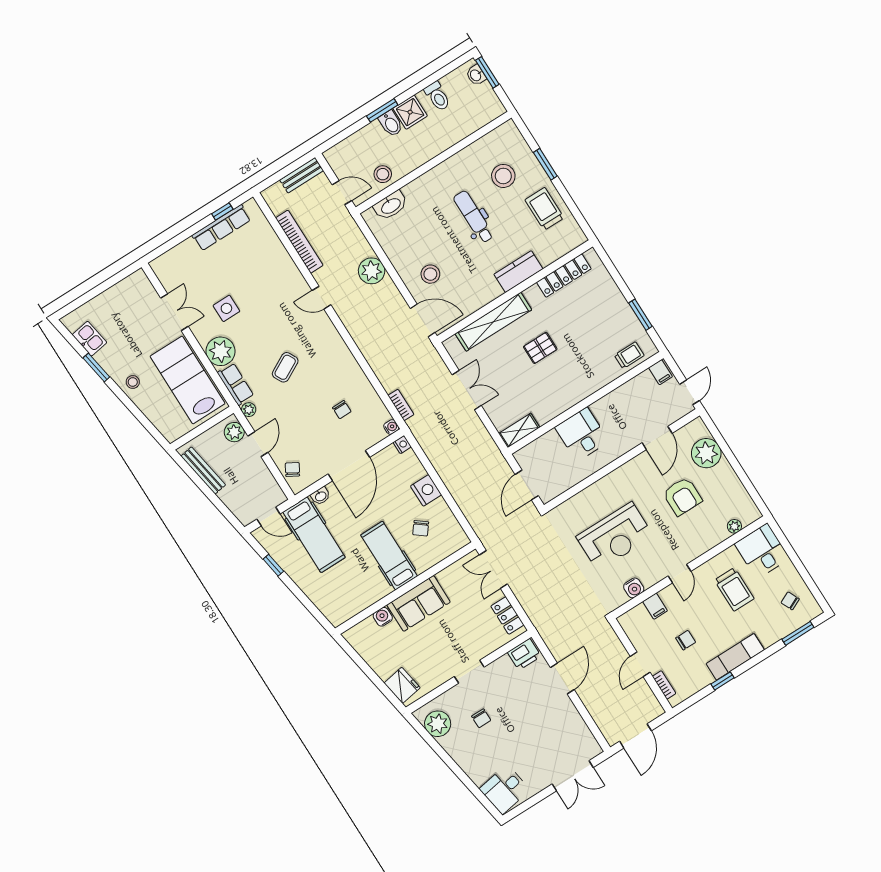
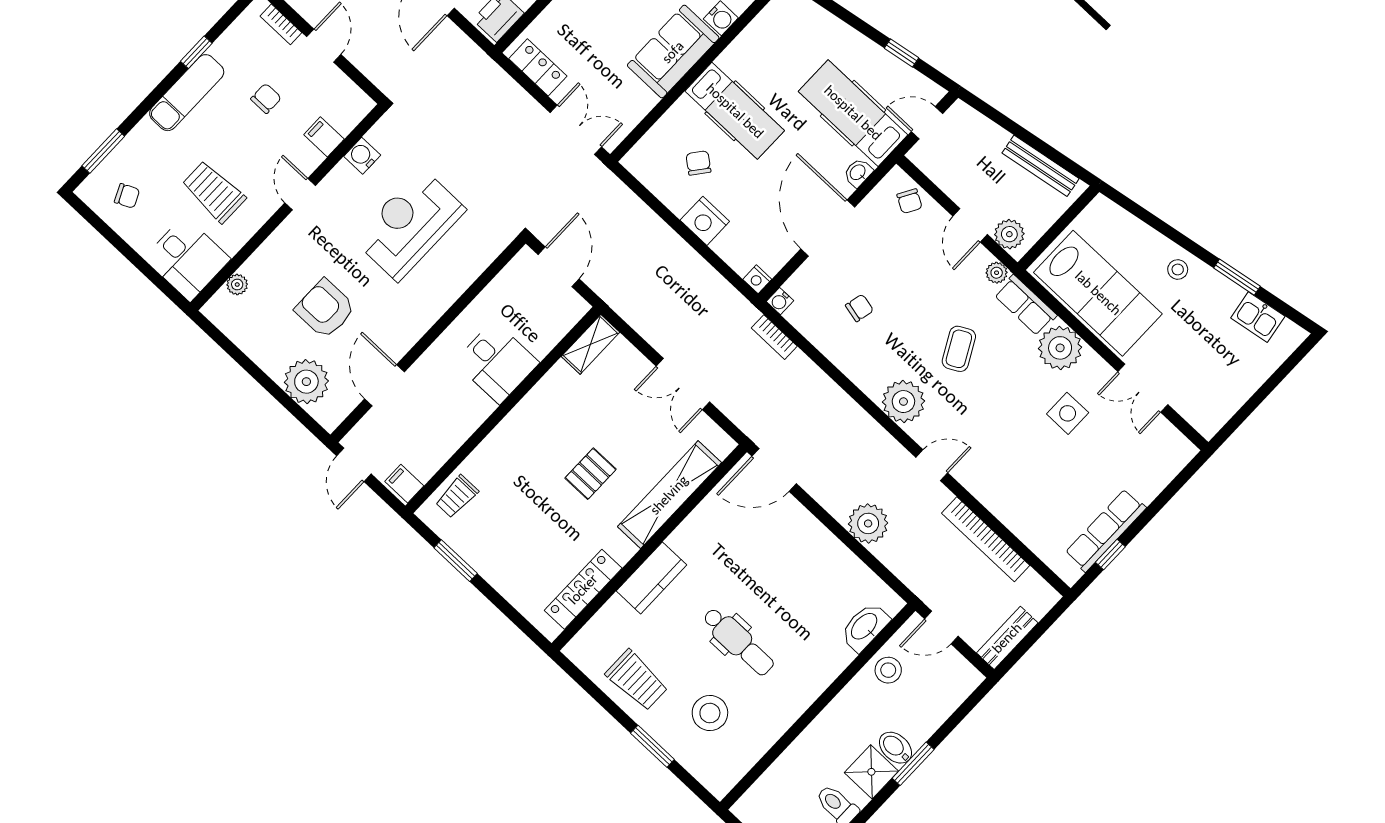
stool: (430, 274) -> (780, 541), removed
plant: (329, 343) -> (903, 402), added
chair: (342, 410) -> (859, 308), turned 103
chair: (686, 640) -> (266, 98), turned 180

